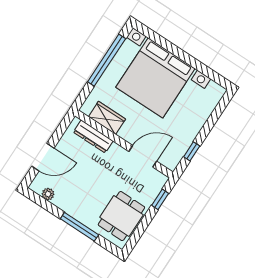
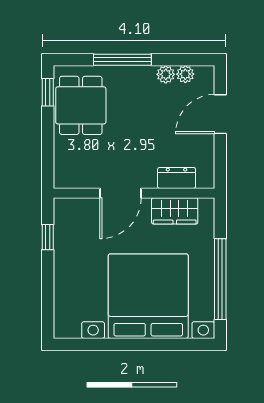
dresser: (93, 136) -> (177, 178), width x0.70
door: (143, 156) -> (121, 193), moved
window: (160, 199) -> (48, 92), moved
plant: (60, 201) -> (166, 74), added

